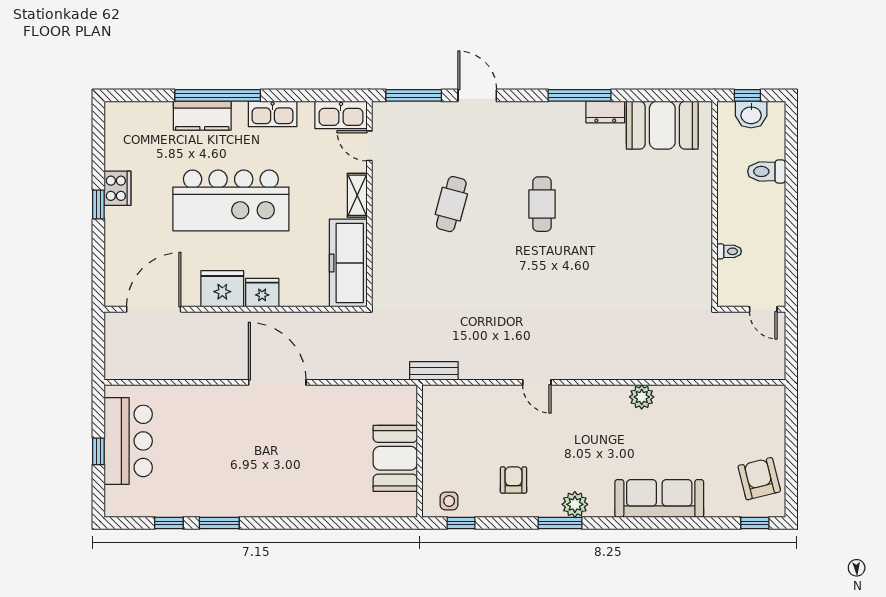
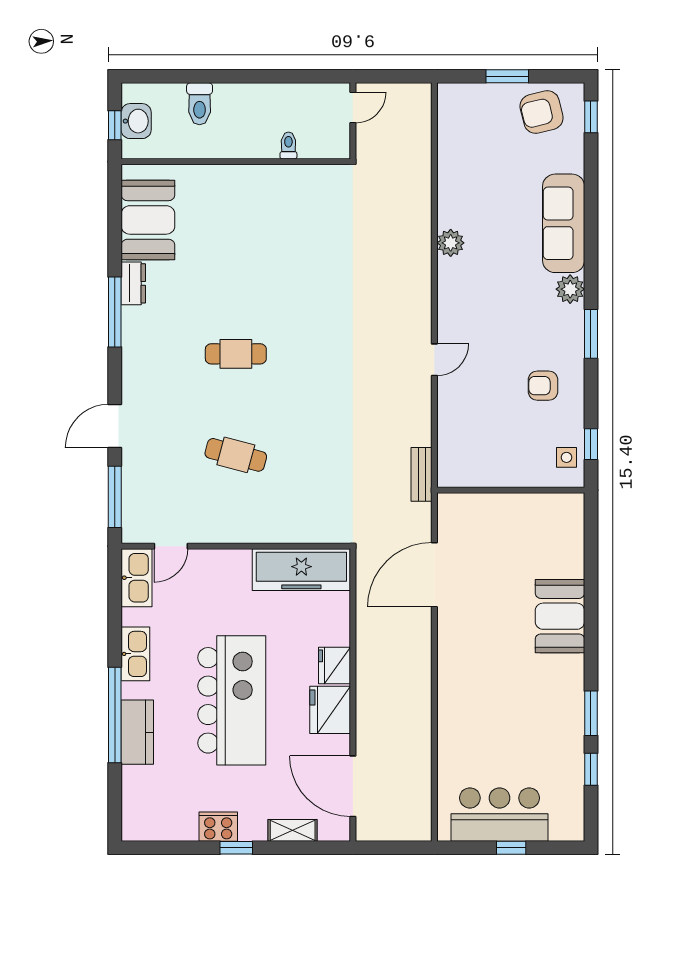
shelving: (357, 195) -> (293, 830), moved
door: (277, 382) -> (434, 575), moved
window: (791, 448) -> (507, 76), added
booth: (395, 458) -> (560, 616), moved, turned 90
plant: (575, 504) -> (570, 289), moved

